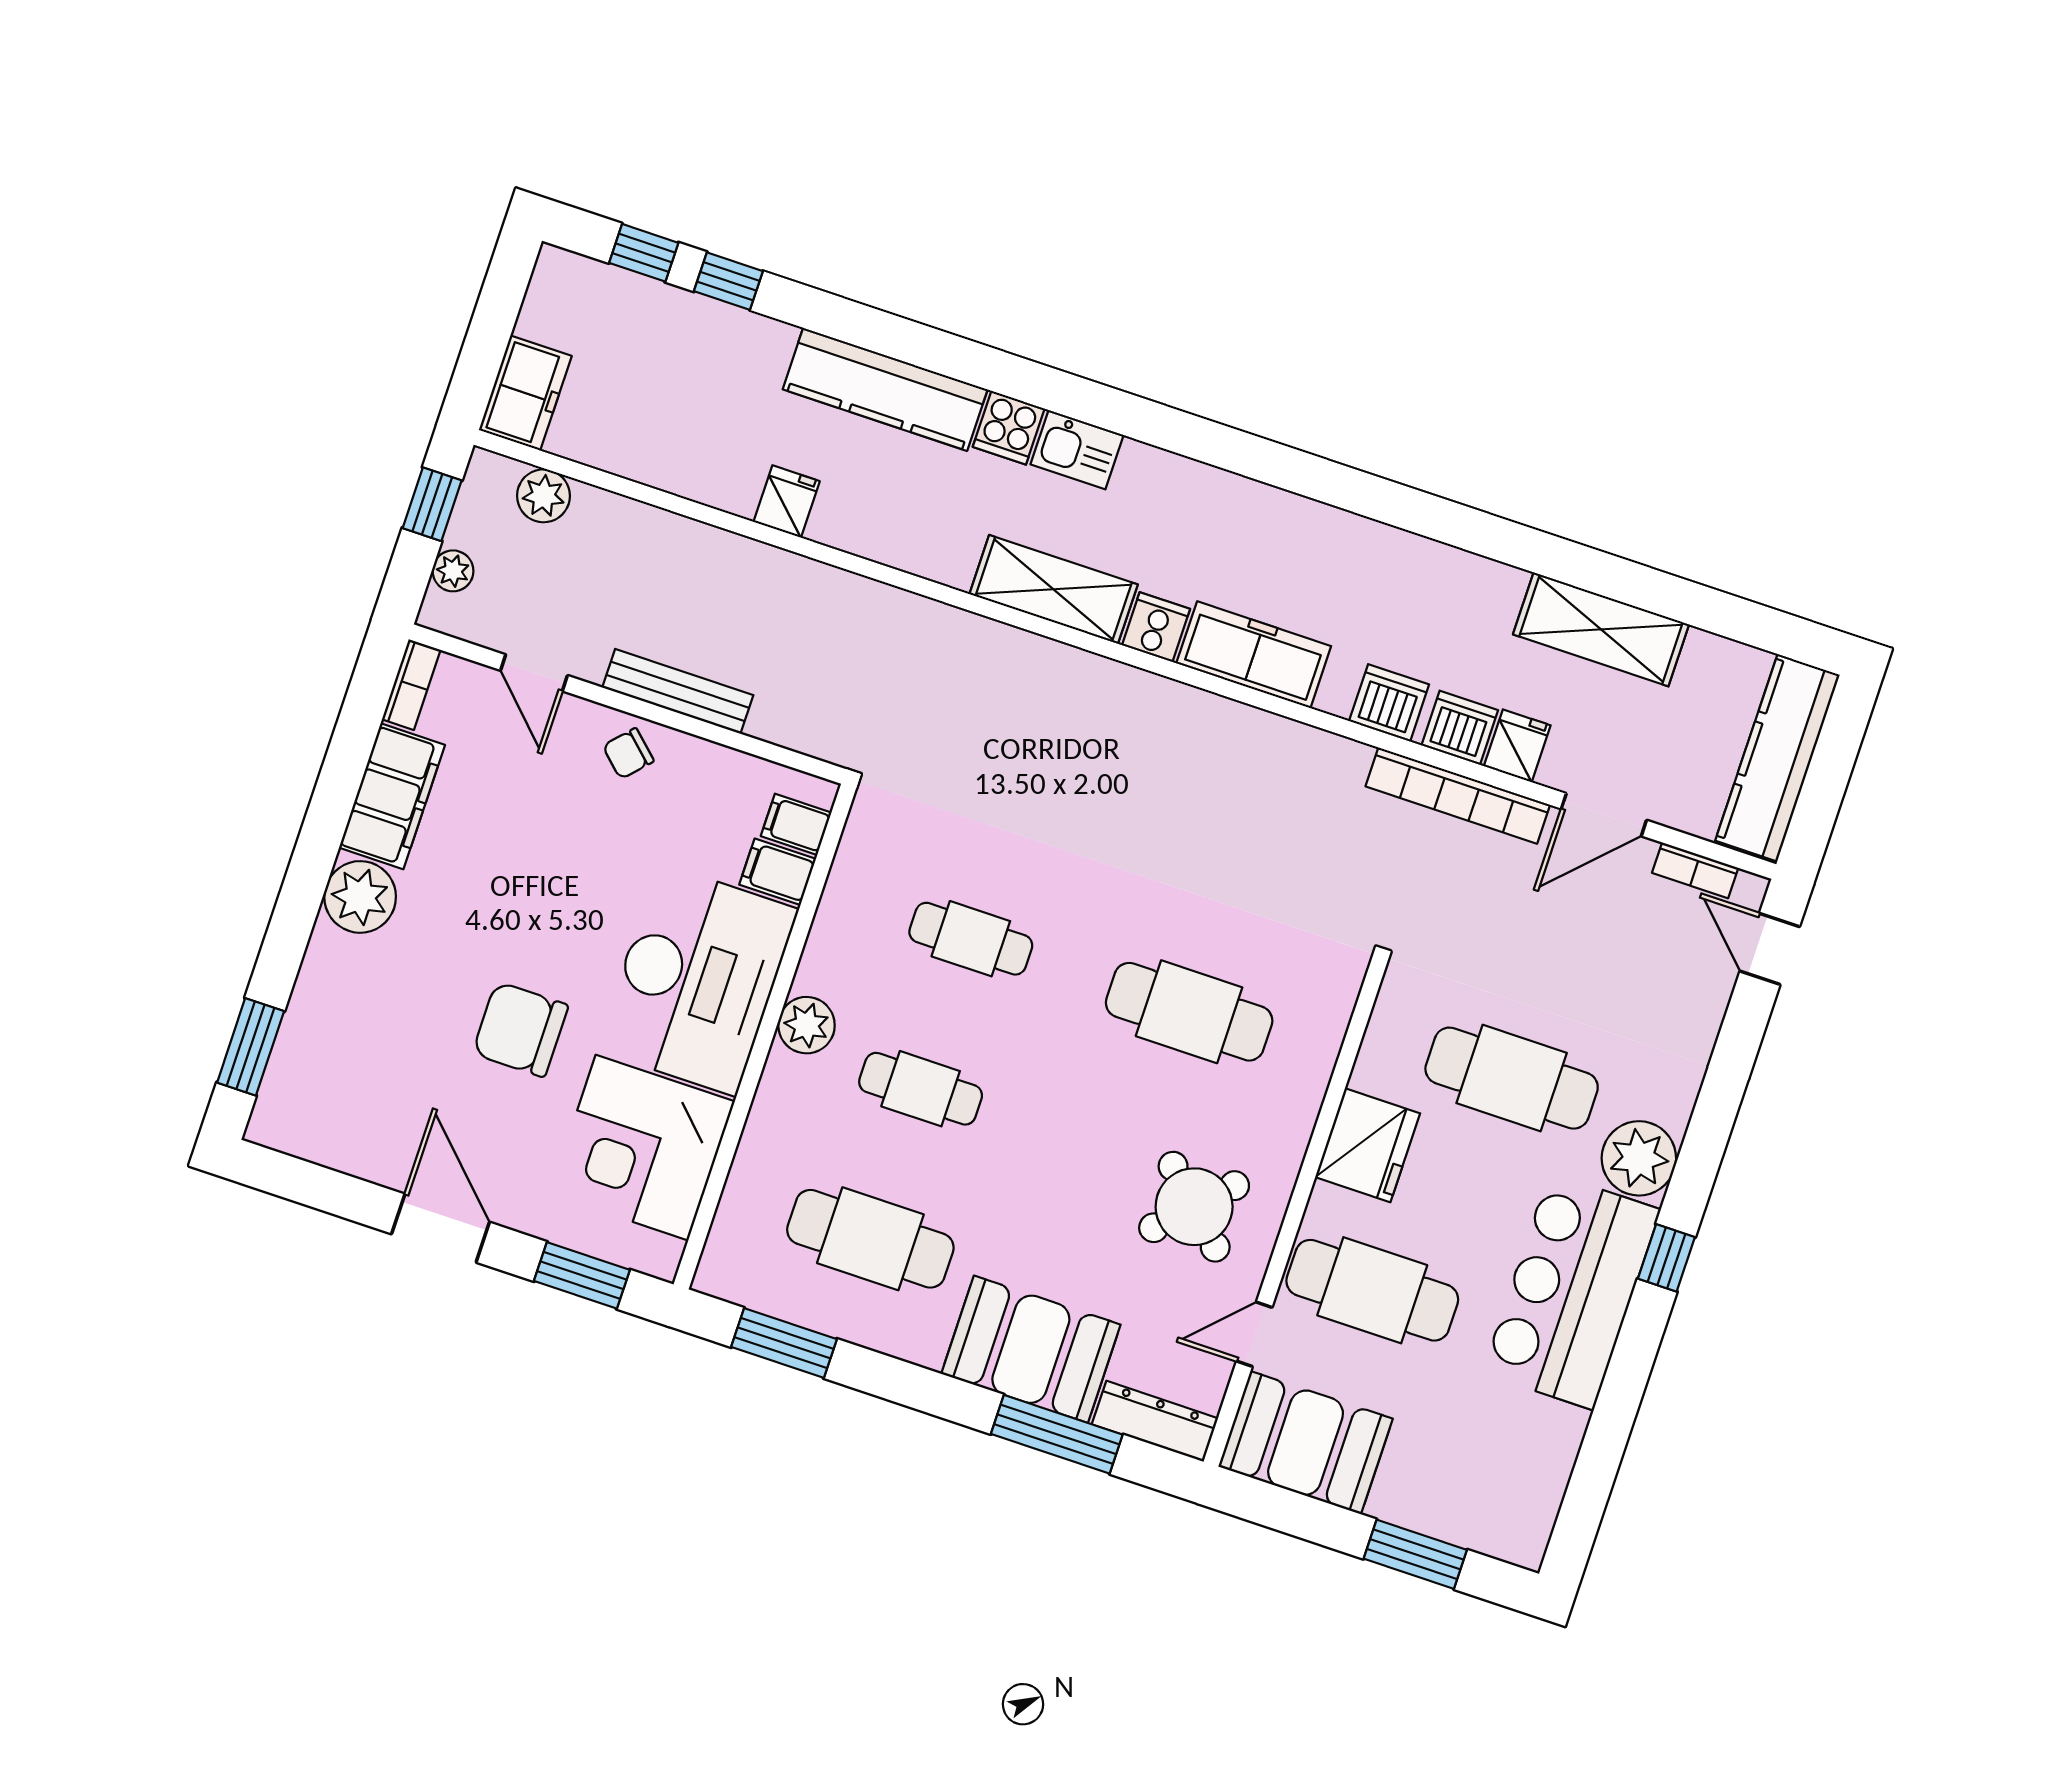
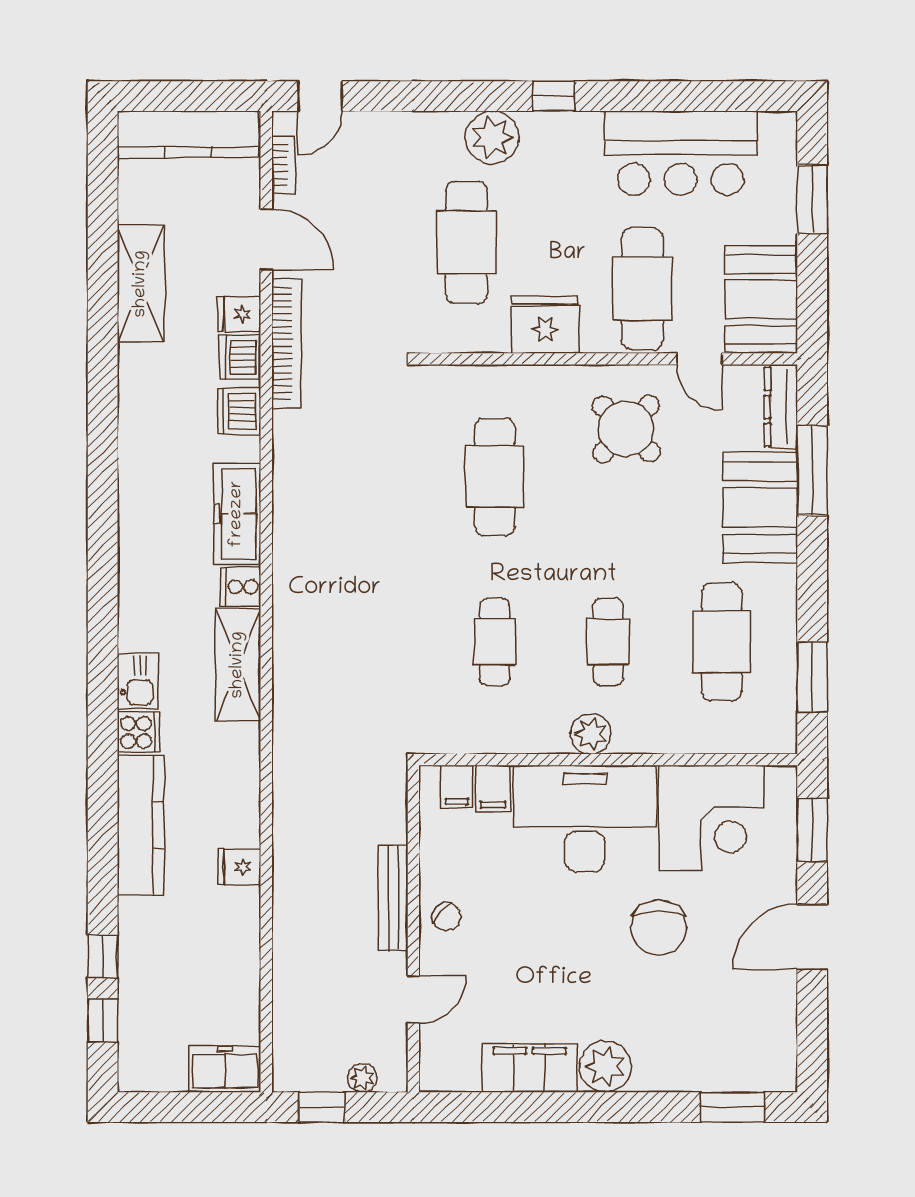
plant: (543, 496) -> (291, 1033), removed
bookcase: (411, 685) -> (449, 1080), removed
bar counter: (1571, 1291) -> (681, 153), moved

